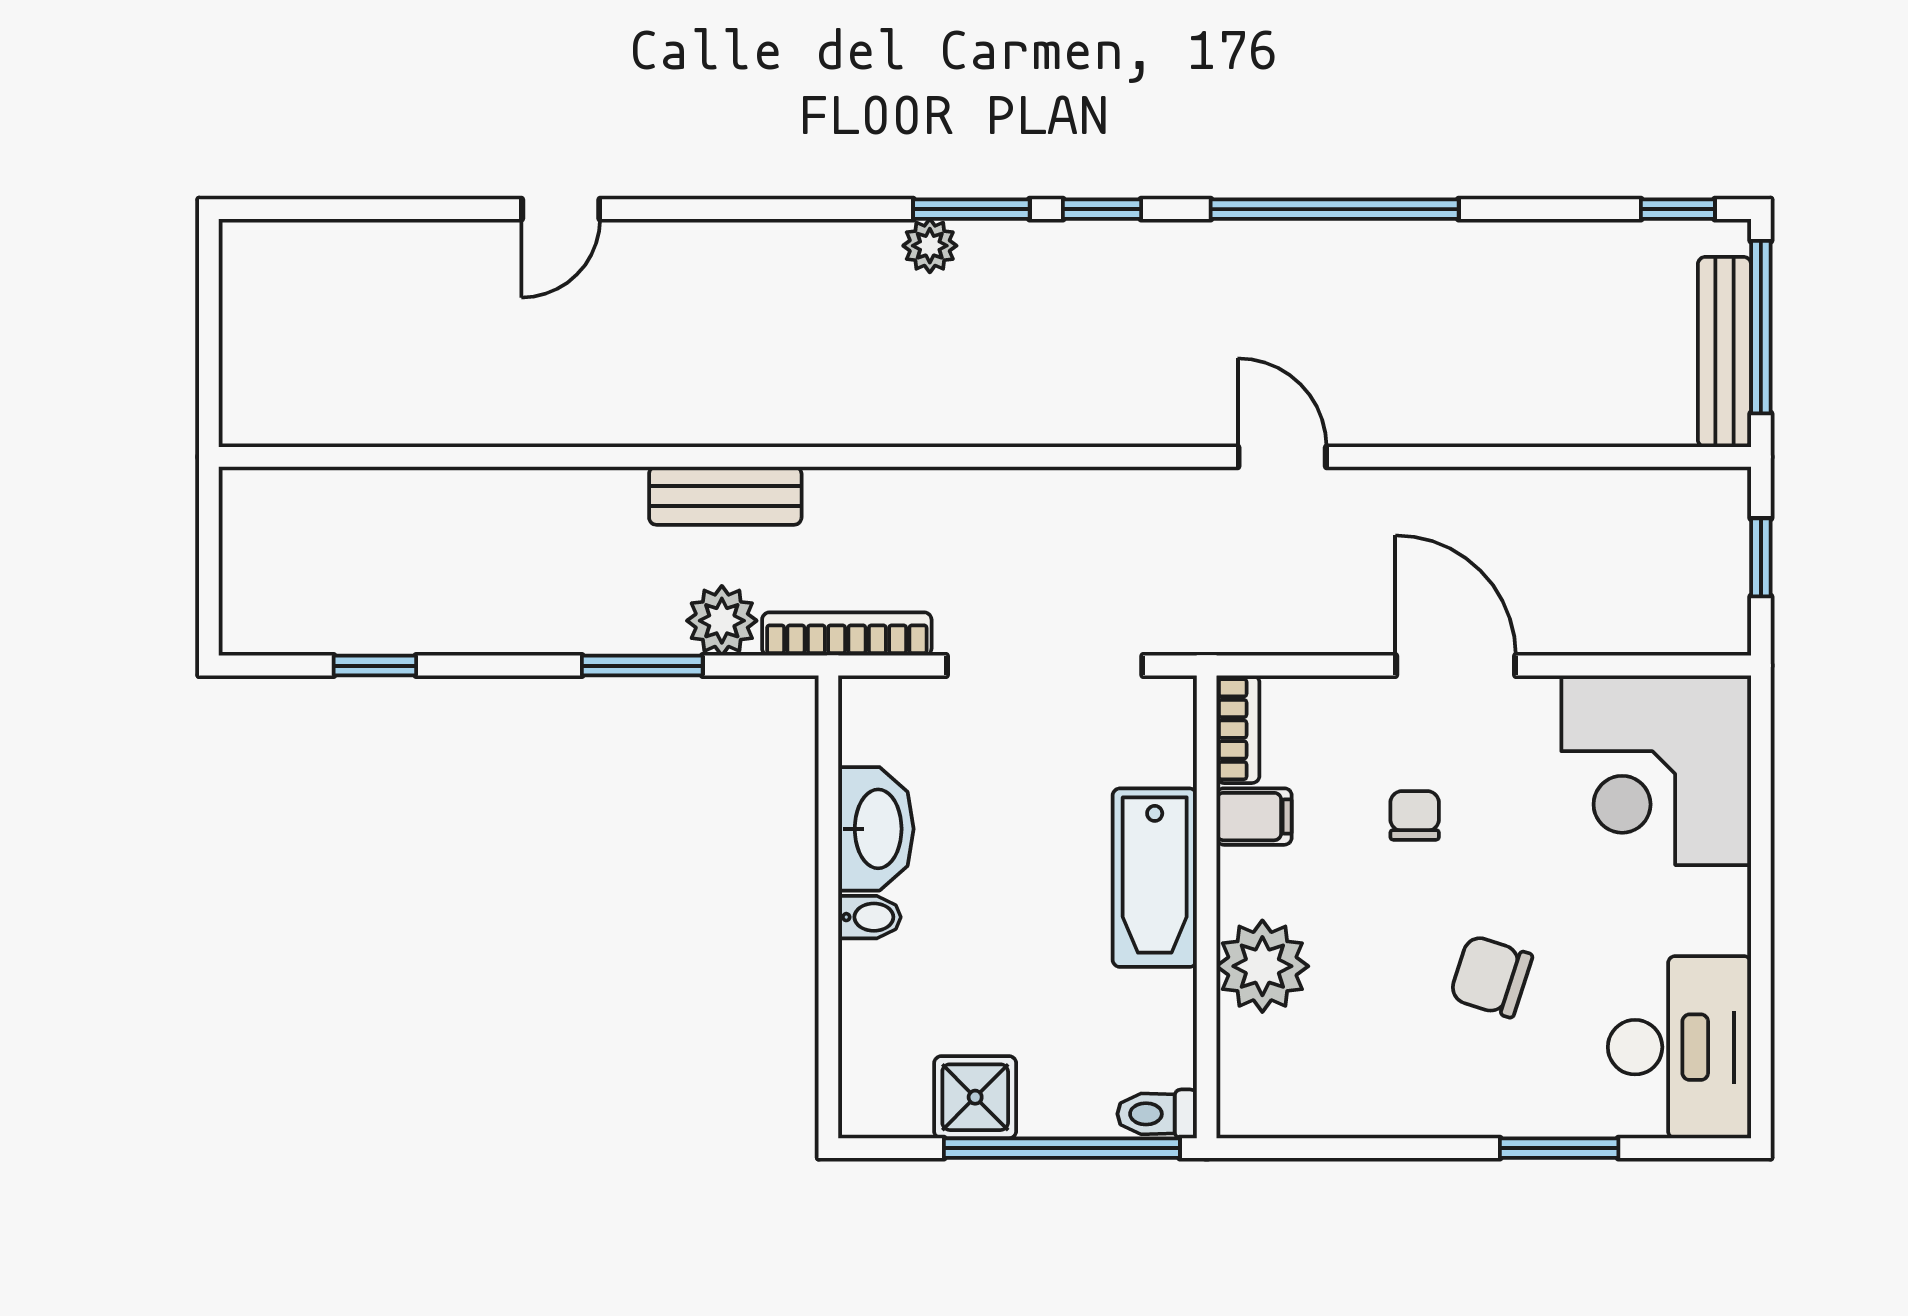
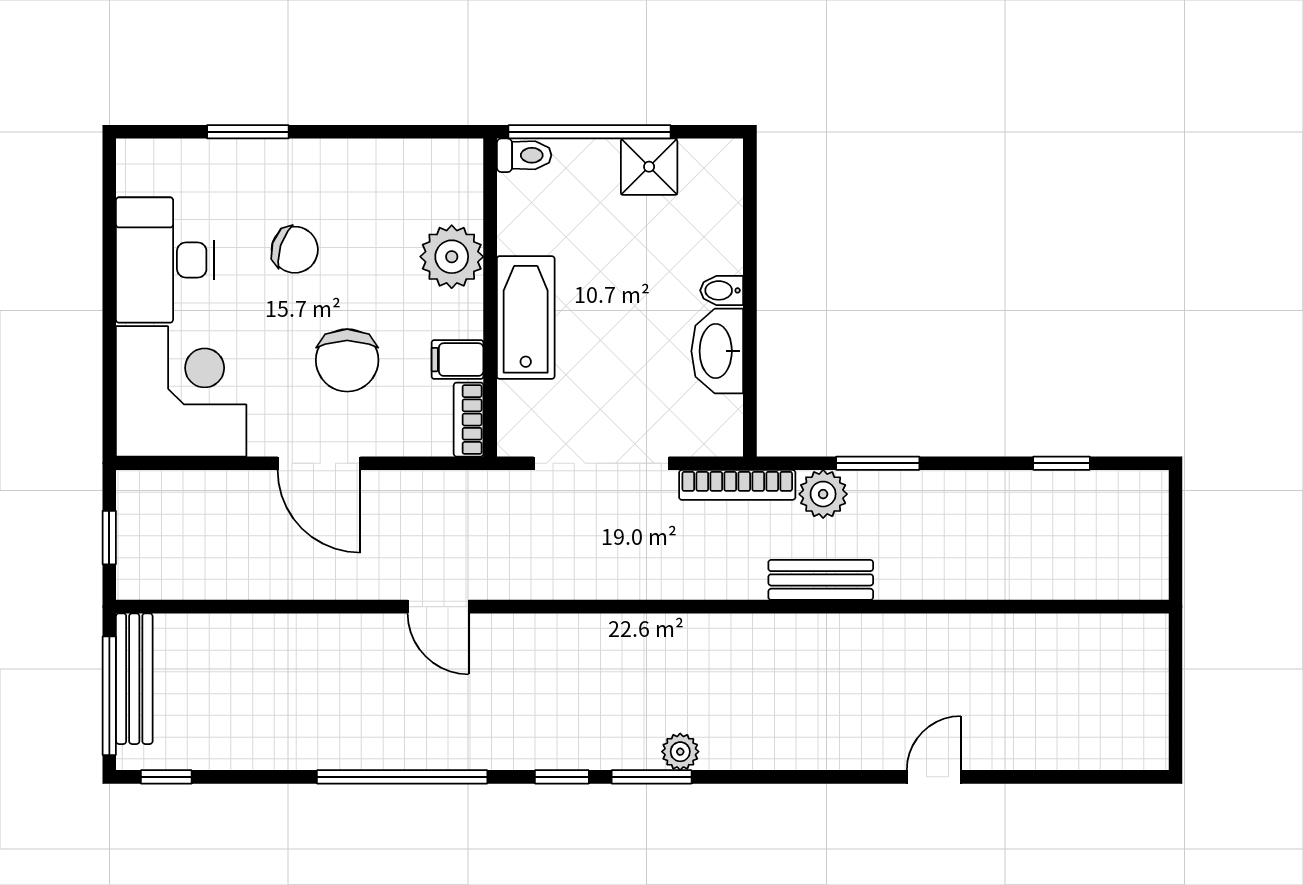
chair: (1415, 815) -> (347, 360), width x1.87, depth x1.87
desk: (1679, 1047) -> (165, 260), moved

